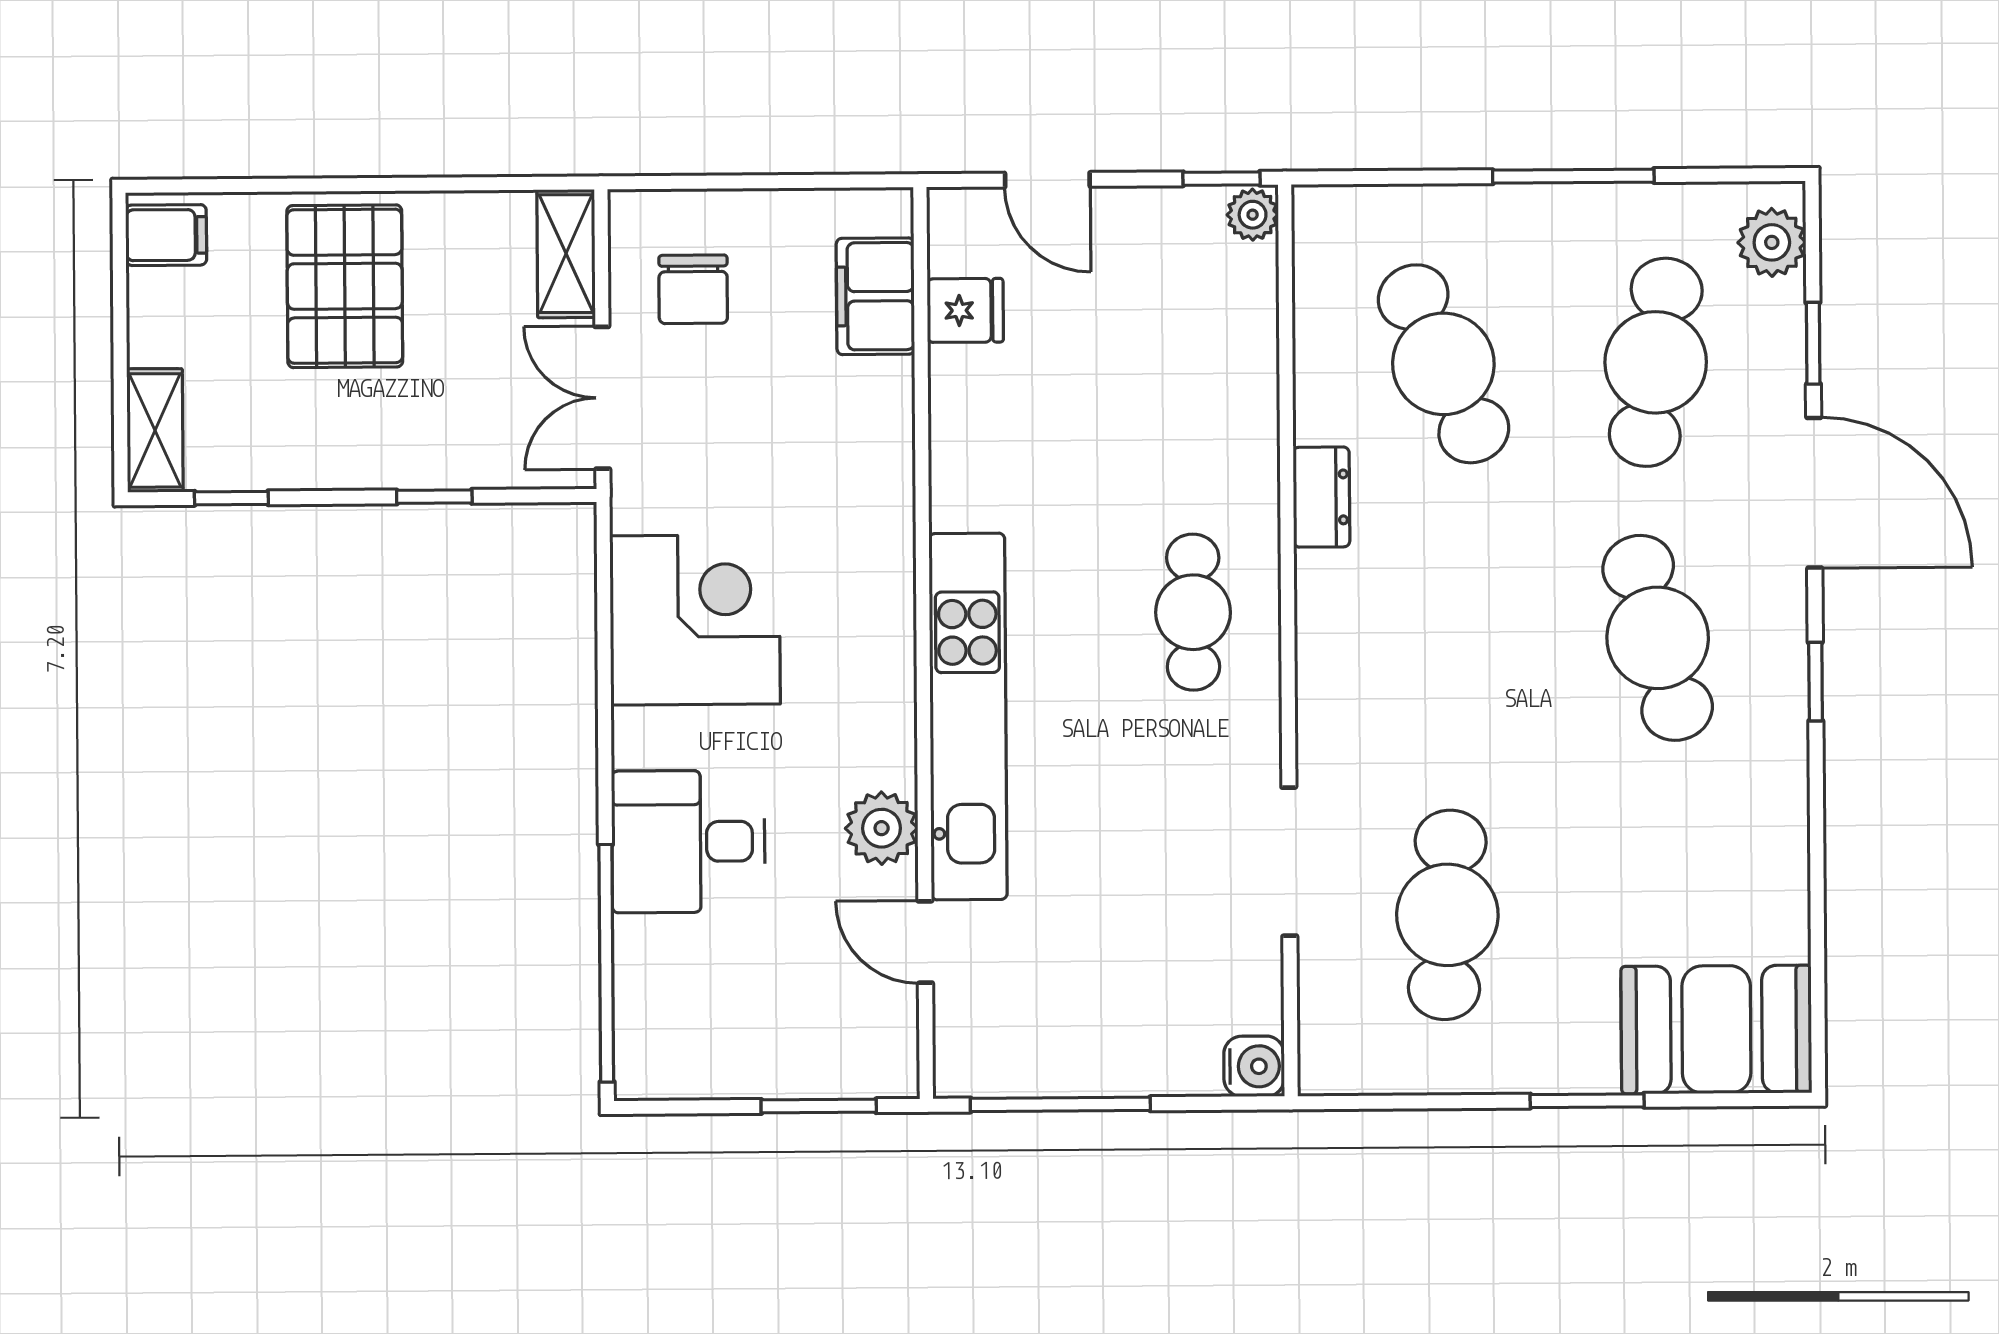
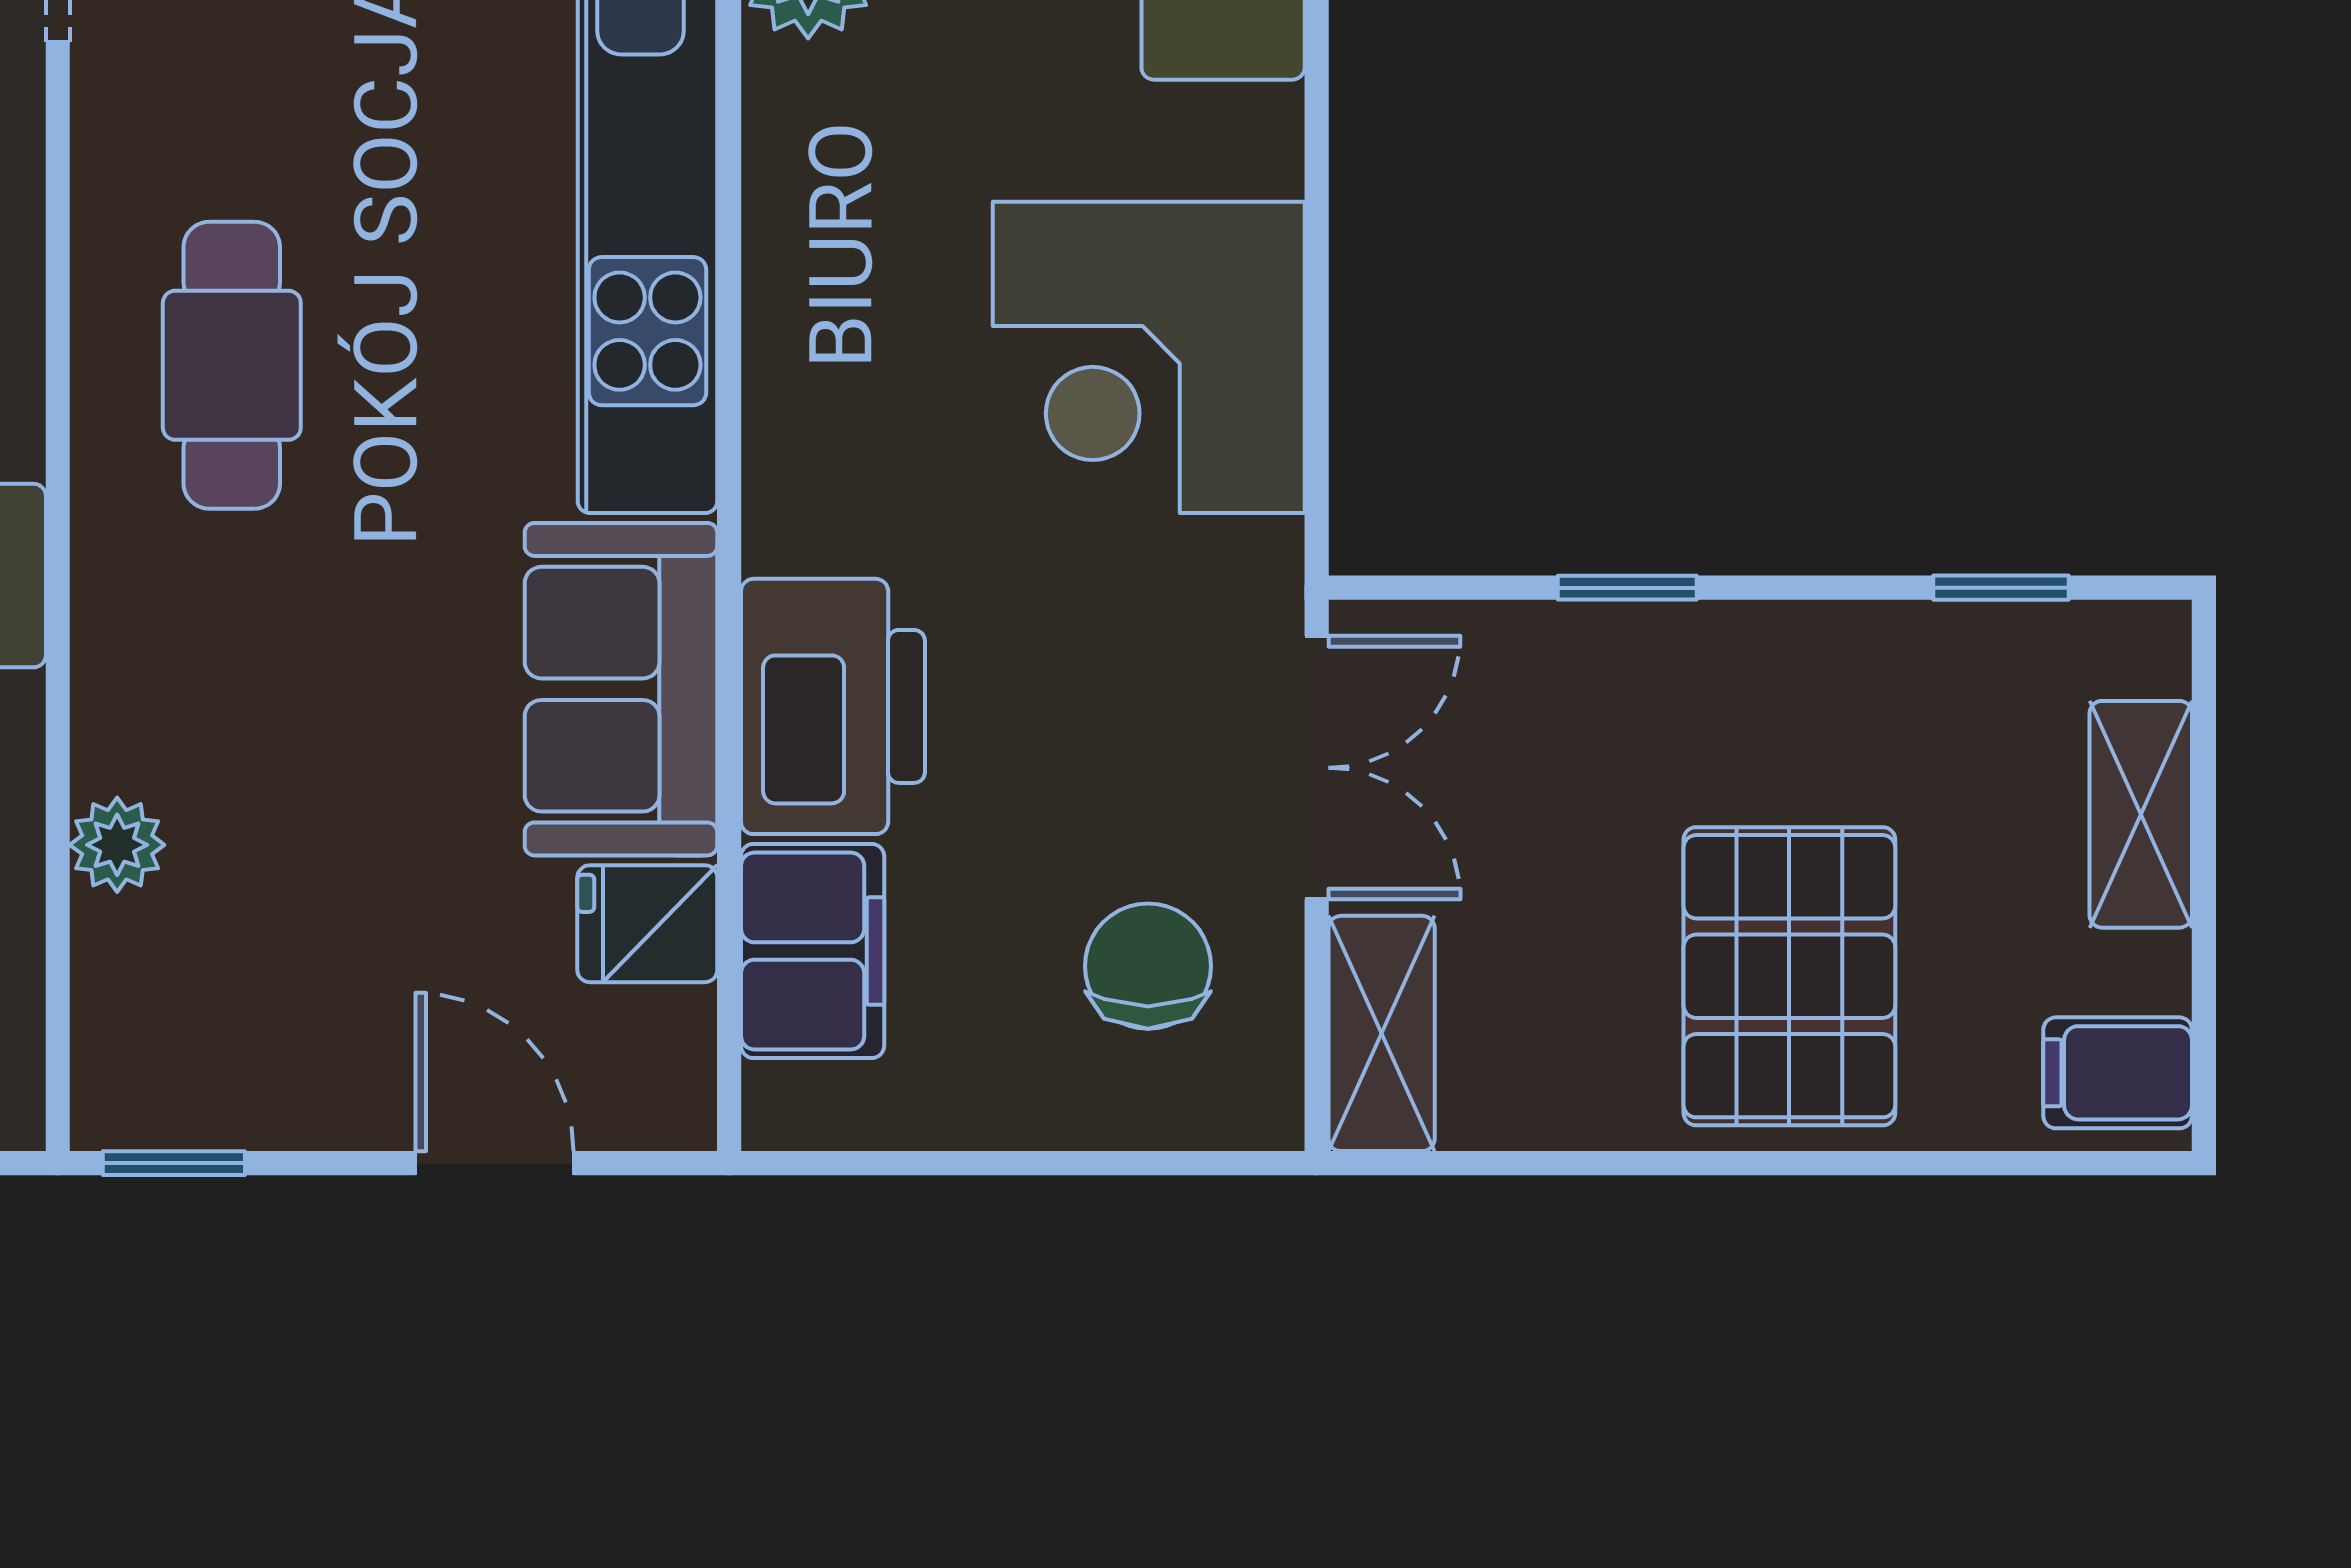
plant: (1253, 215) -> (117, 845), moved
printer: (865, 429) -> (833, 706), added
shelving: (155, 430) -> (2141, 814), moved
sofa: (980, 438) -> (621, 689), added

